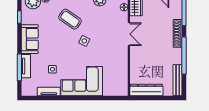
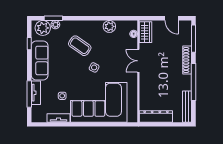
double door: (129, 34) -> (138, 61), swing flipped
sofa: (30, 39) -> (40, 60), width x1.36
corner sofa: (82, 81) -> (99, 102), width x1.36, depth x1.36

